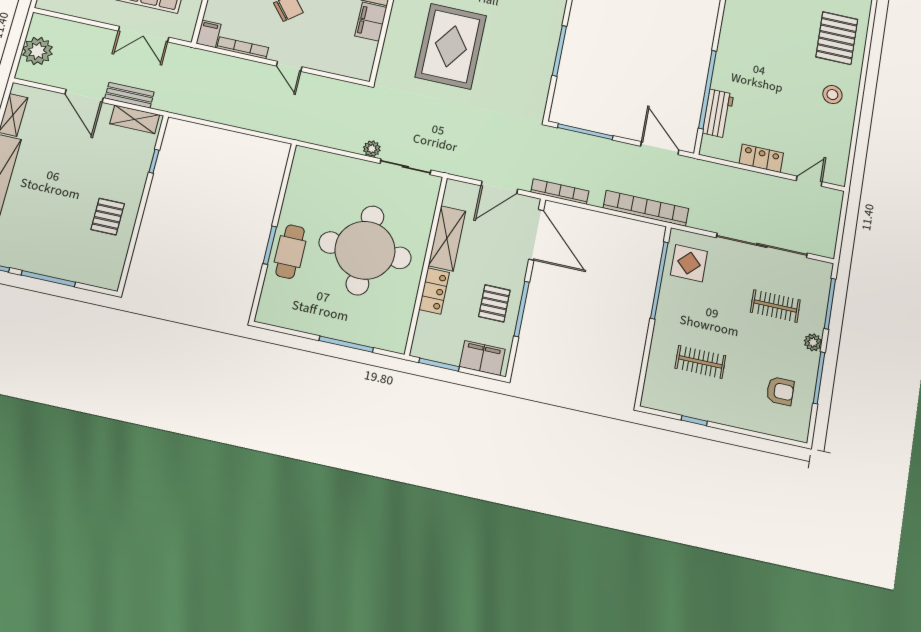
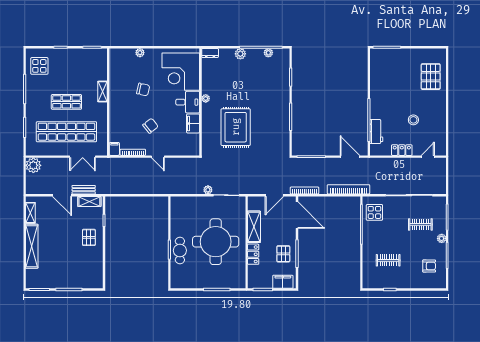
plant: (38, 51) -> (33, 165), moved
stool: (832, 95) -> (413, 120), moved
pallet: (108, 217) -> (89, 237), moved

